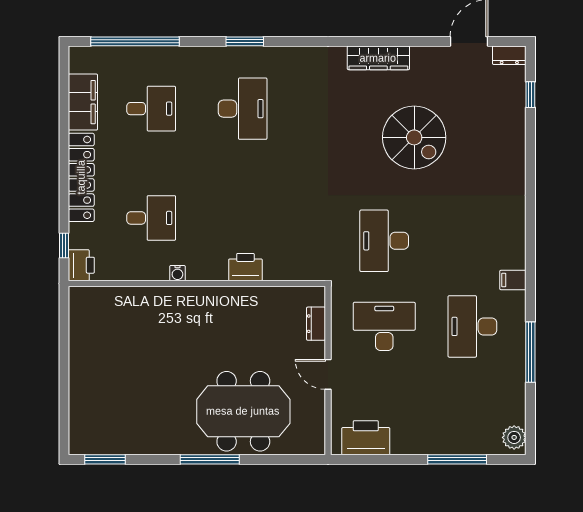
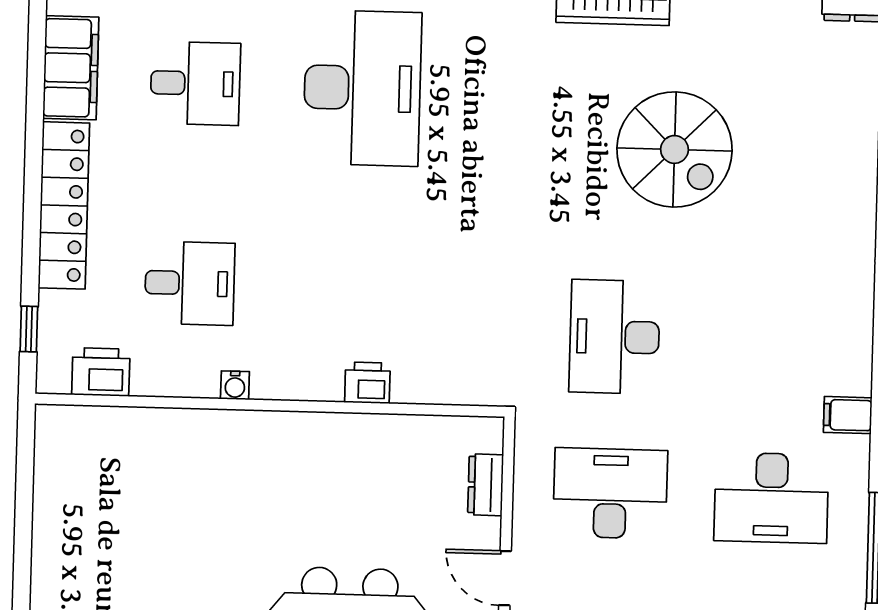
desk: (243, 109) -> (362, 88), width x1.36, depth x1.30
printer: (81, 265) -> (101, 372), moved, turned -90
printer: (245, 267) -> (367, 383), width x0.73, depth x0.81
desk: (472, 326) -> (771, 498), turned -90

